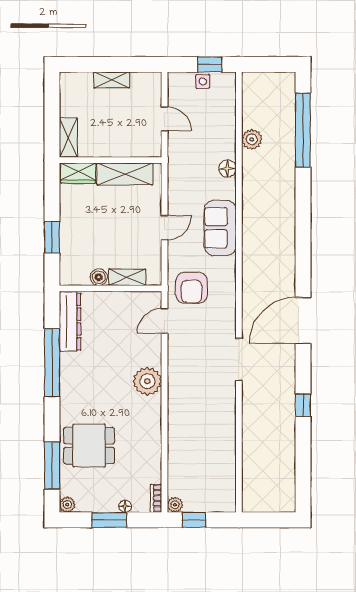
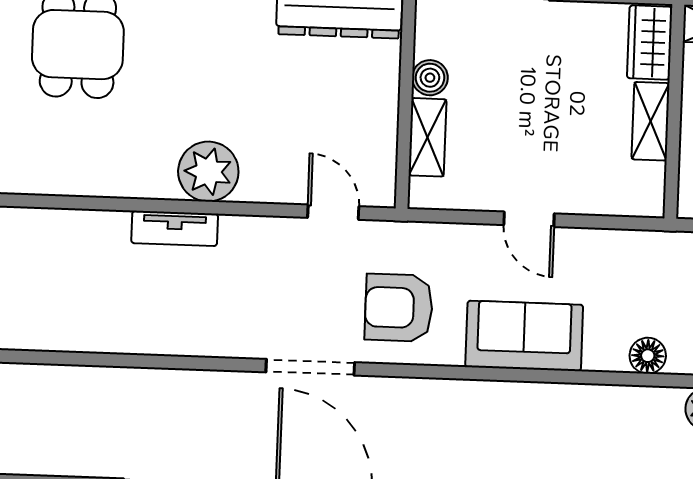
shelving: (125, 174) -> (651, 121), width x0.67, depth x0.75
armchair: (192, 288) -> (399, 308), moved
doorway: (239, 360) -> (310, 367), moved
tv unit: (175, 396) -> (175, 228), added

